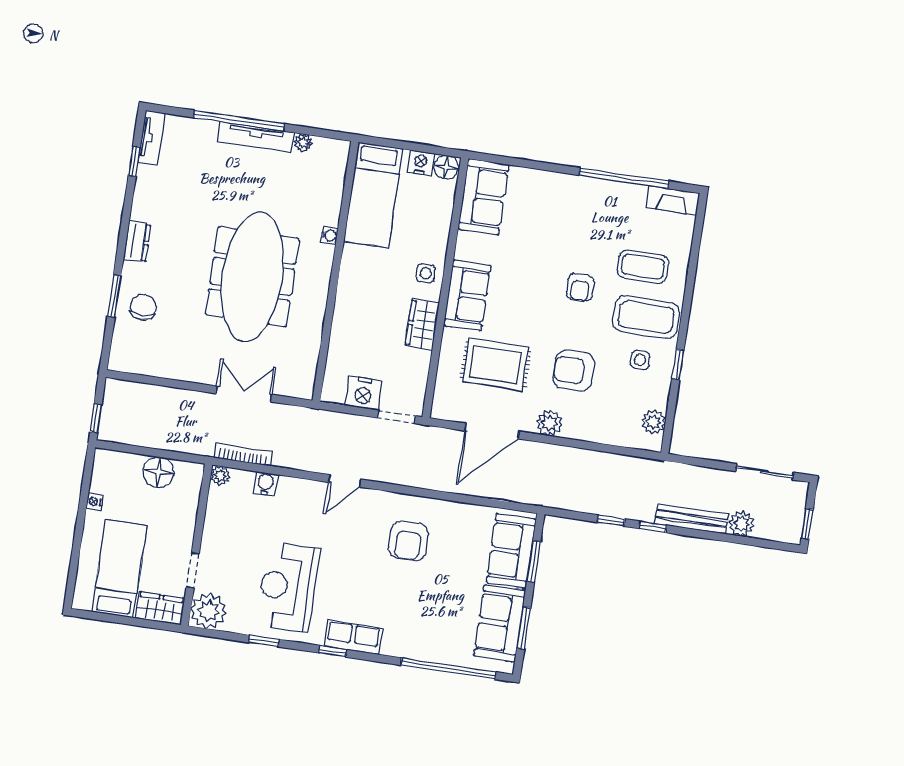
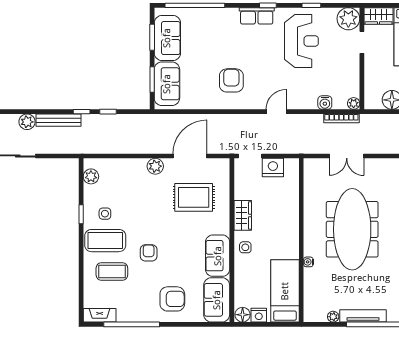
sofa: (467, 296) -> (218, 256), moved
armchair: (574, 370) -> (172, 299), moved

